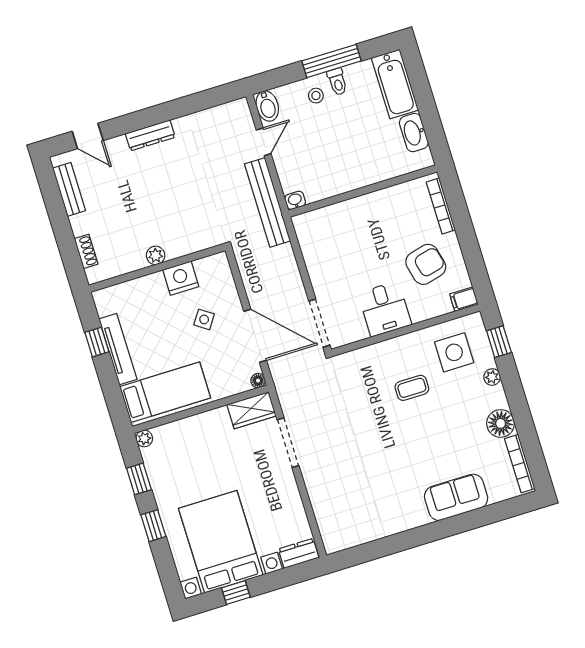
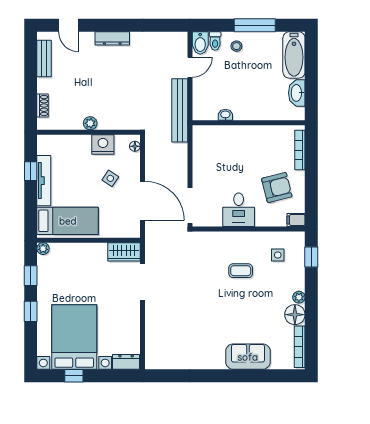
toilet: (337, 82) -> (215, 41), moved
washbasin: (295, 200) -> (225, 115), moved
side table: (454, 352) -> (278, 255), width x0.54, depth x0.54
plant: (492, 377) -> (299, 297), moved
floor lamp: (258, 381) -> (135, 146), moved

